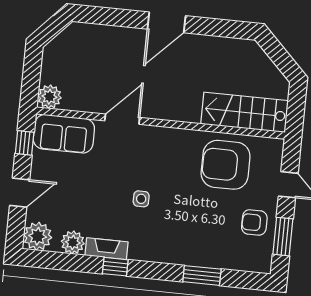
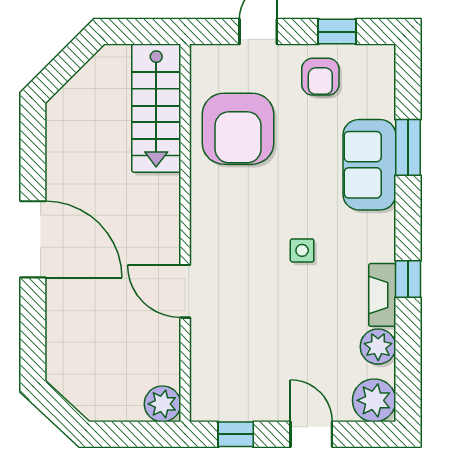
door: (166, 22) -> (33, 239), width x1.36
sofa: (64, 134) -> (369, 165), moved, turned 180
window: (283, 237) -> (337, 32), width x0.67

